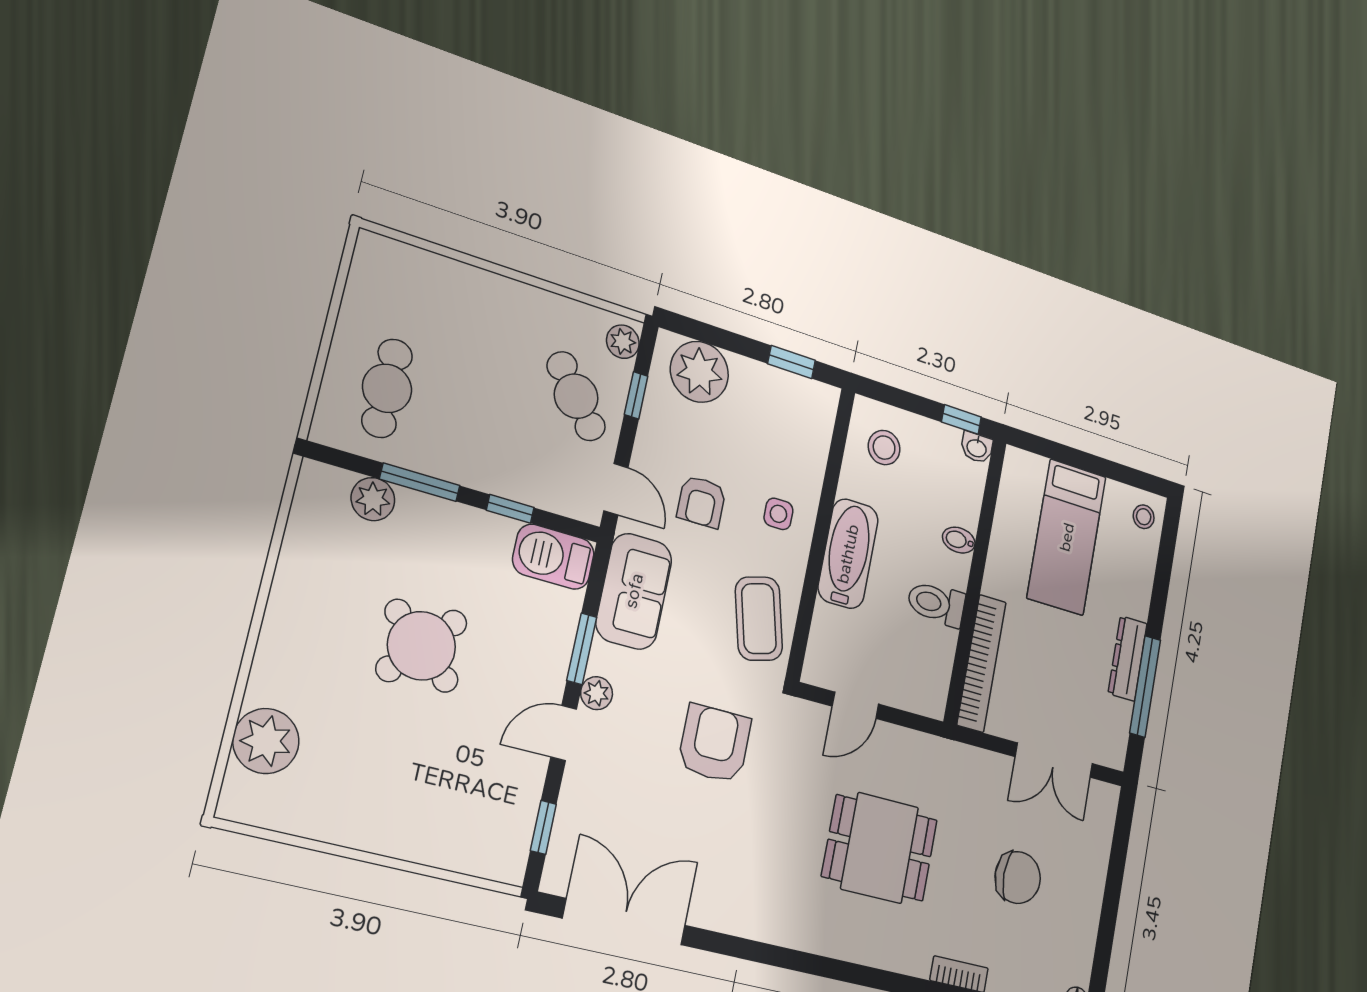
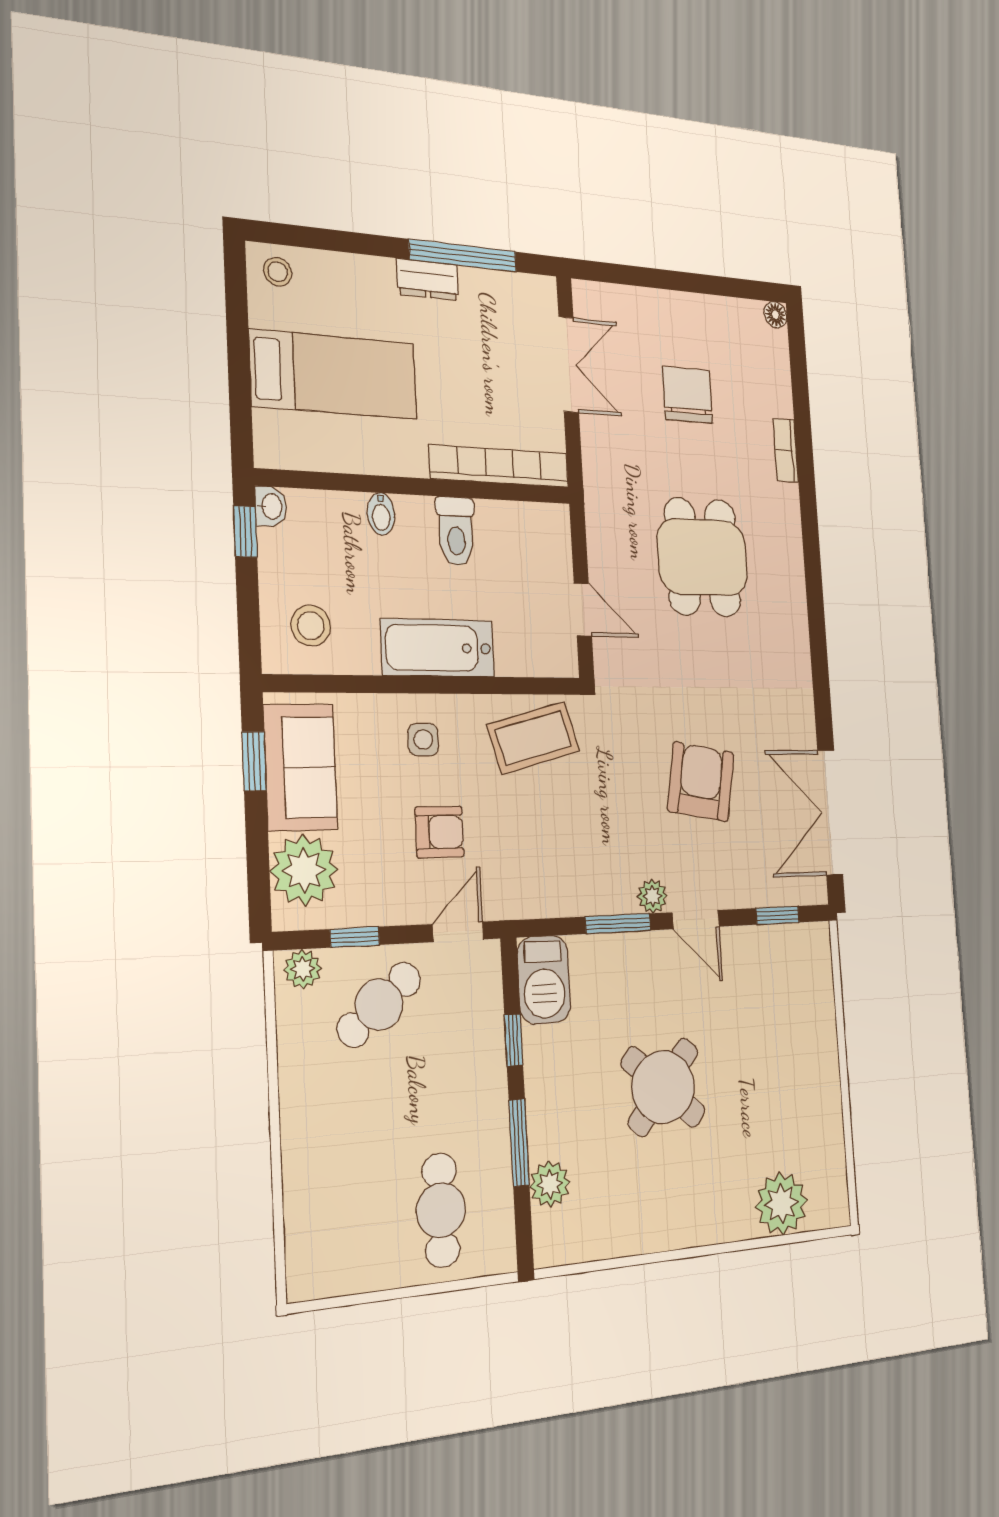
cafe table: (387, 388) -> (441, 1210), turned 90
sofa: (634, 591) -> (301, 767), moved, turned 90
dresser: (1128, 658) -> (427, 279), width x0.70
armchair: (714, 744) -> (701, 782), moved, turned 100

